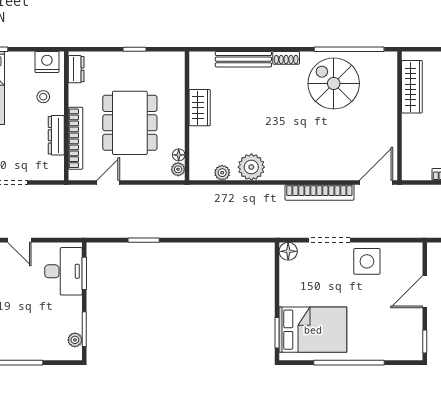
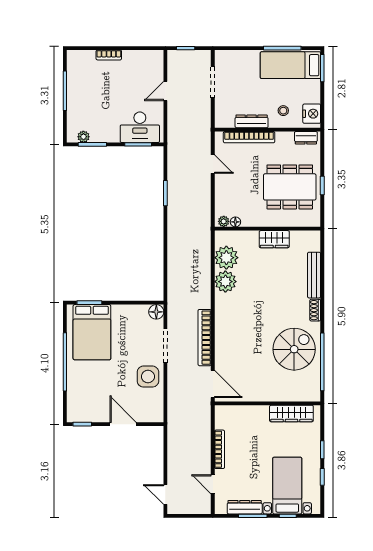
dining table: (130, 123) -> (290, 187), moved
plant: (222, 173) -> (226, 258), width x1.87, depth x1.87

